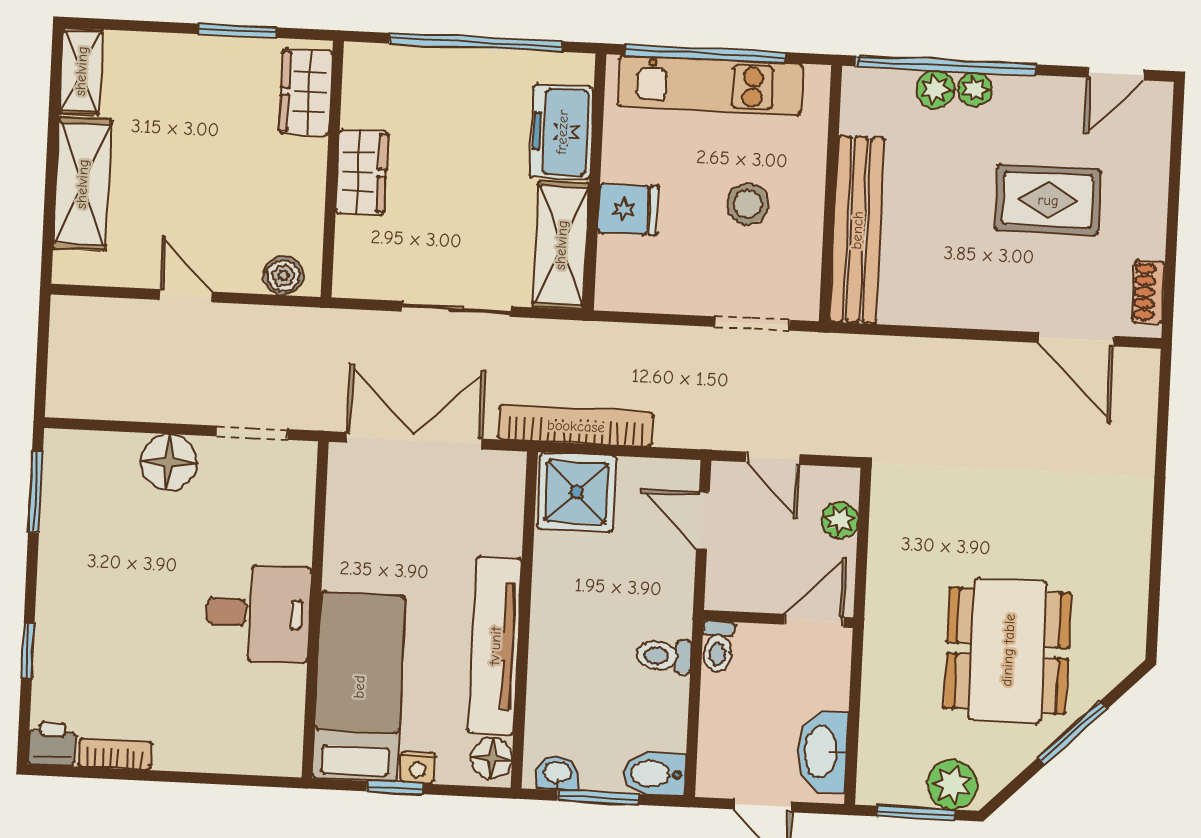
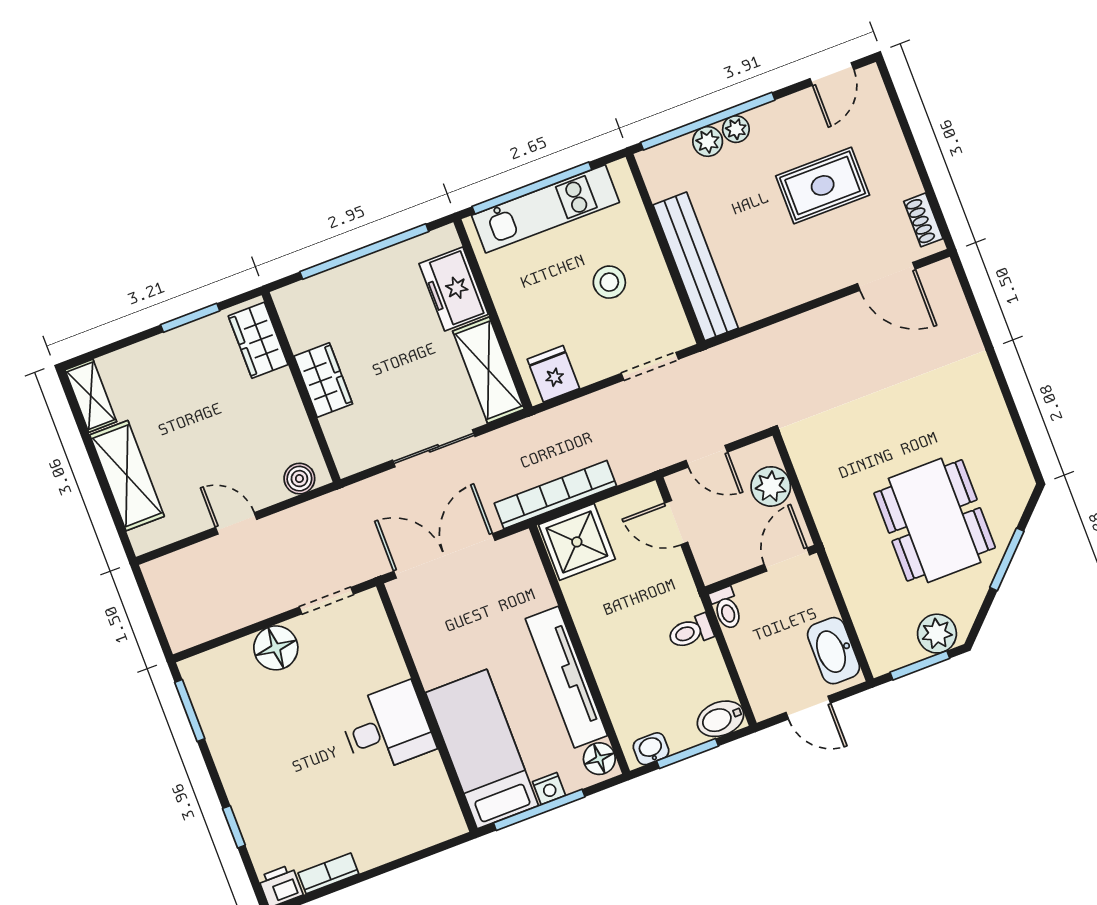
fridge: (628, 209) -> (553, 374), moved, turned -90
plant: (840, 520) -> (771, 486), width x1.38, depth x1.38
window: (395, 788) -> (539, 810), width x2.17

